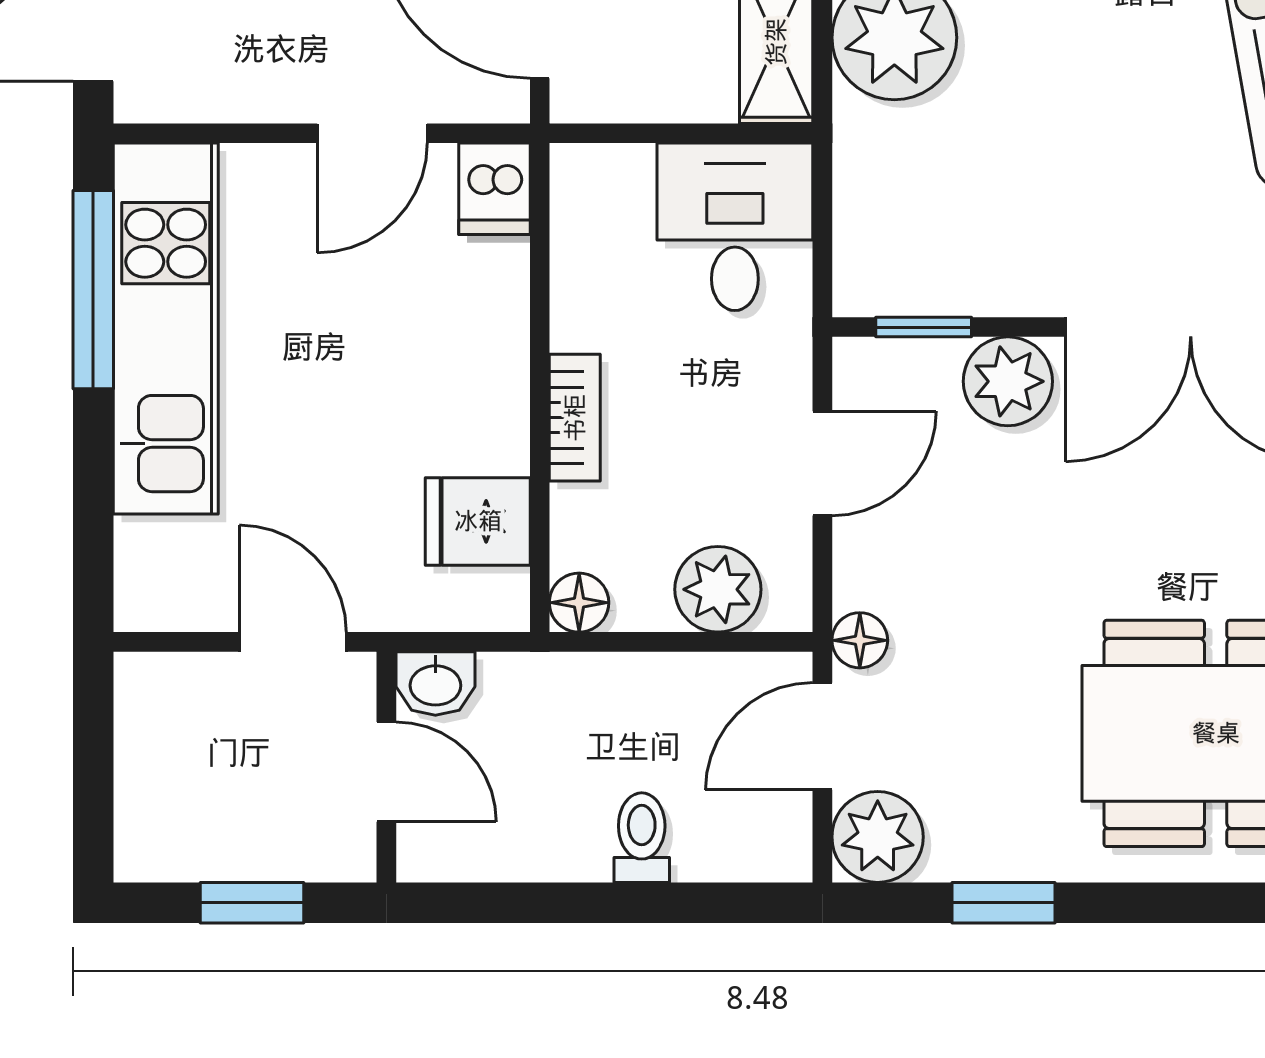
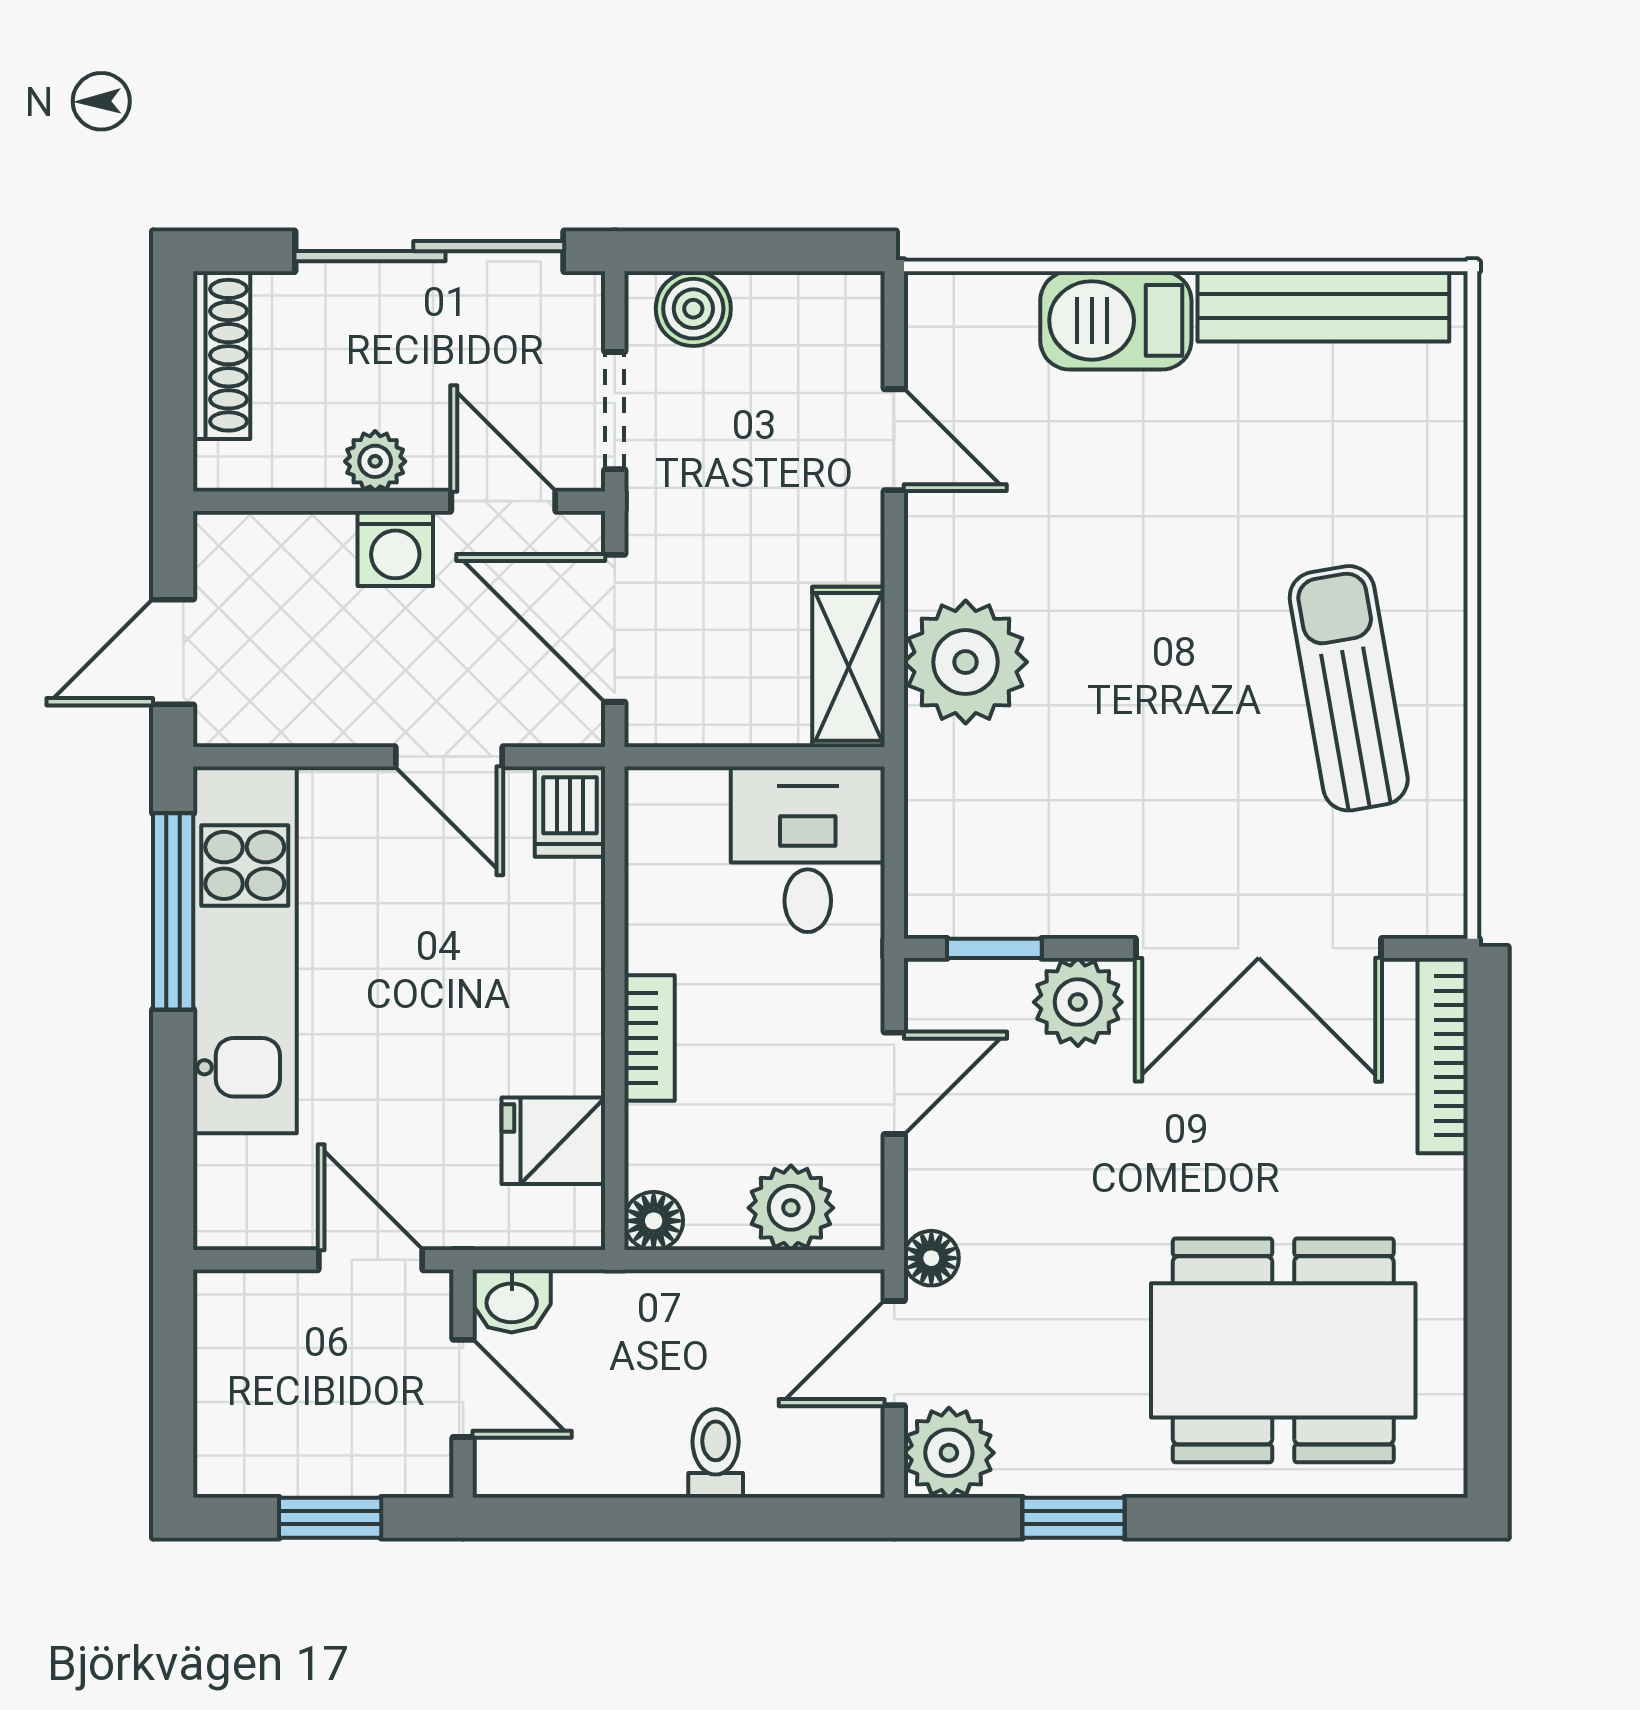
door: (372, 133) -> (449, 757), hinge flipped

